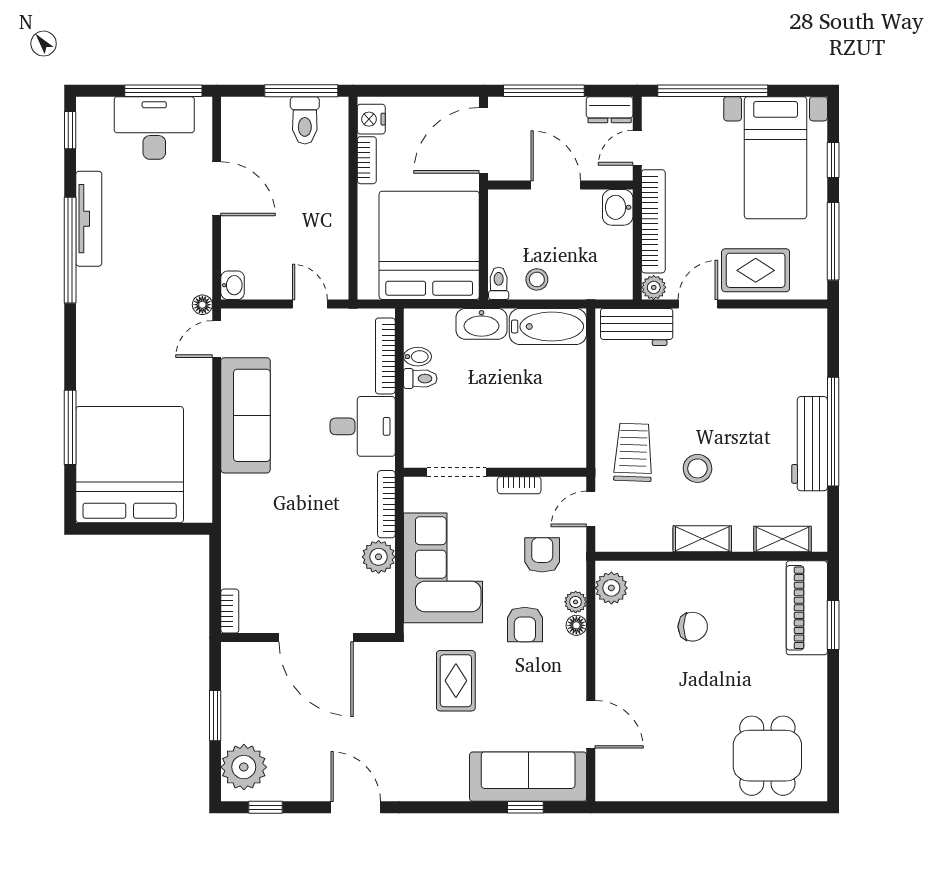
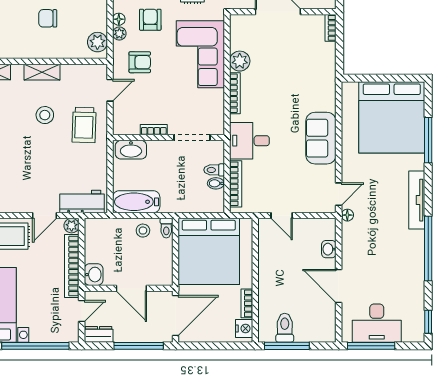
tv unit: (89, 219) -> (417, 200), moved
washbasin: (233, 285) -> (329, 249), moved
washbasin: (482, 324) -> (131, 150), moved, turned 180
sofa: (246, 415) -> (321, 138), width x0.73
doorway: (457, 472) -> (192, 138), moved
wall: (495, 472) -> (168, 138), moved
bookcase: (519, 485) -> (154, 130), moved
armchair: (542, 555) -> (140, 62), turned -90

